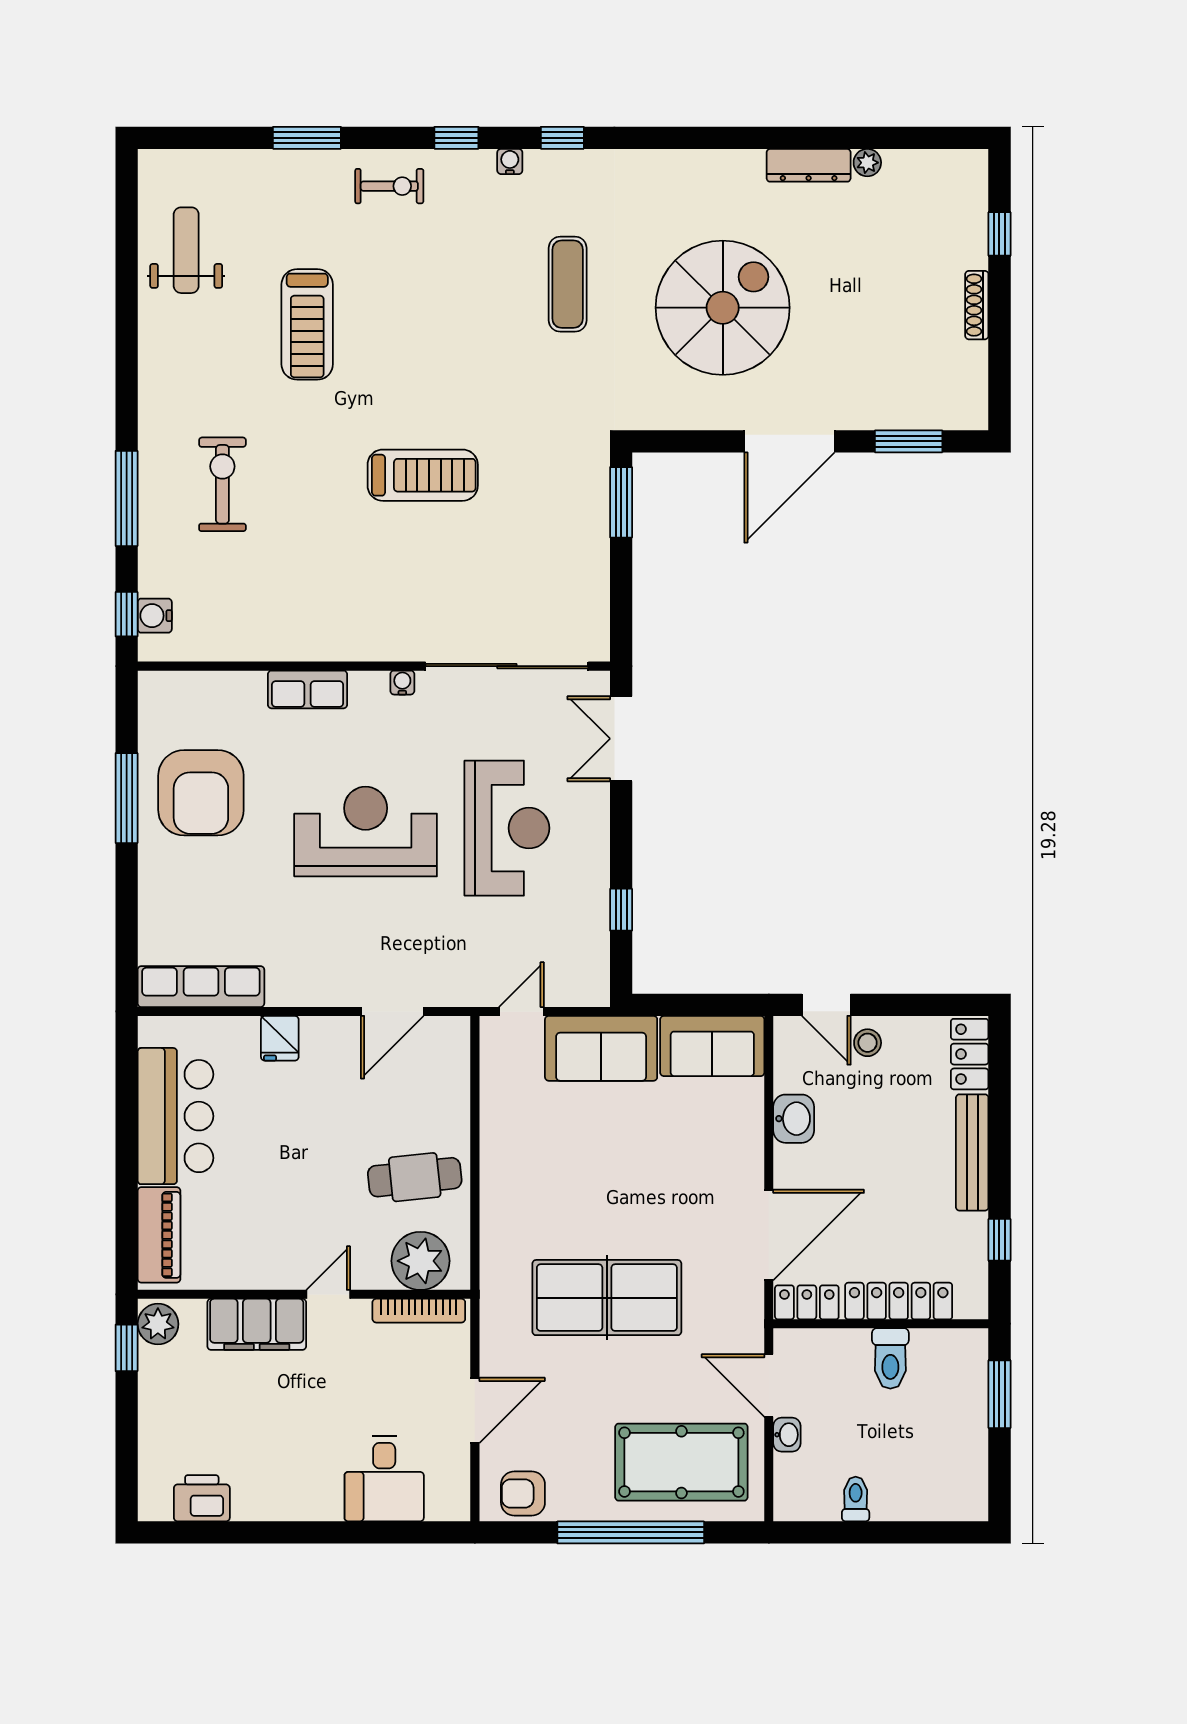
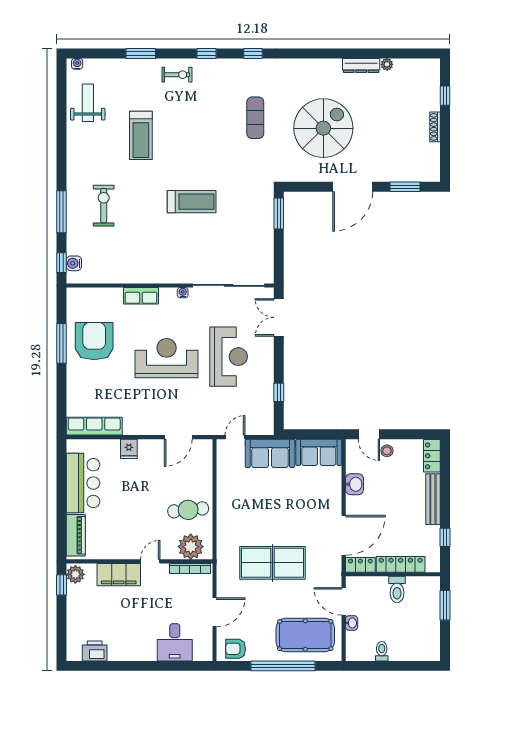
water cooler: (510, 161) -> (77, 64), moved
armchair: (201, 793) -> (94, 341), turned 180

